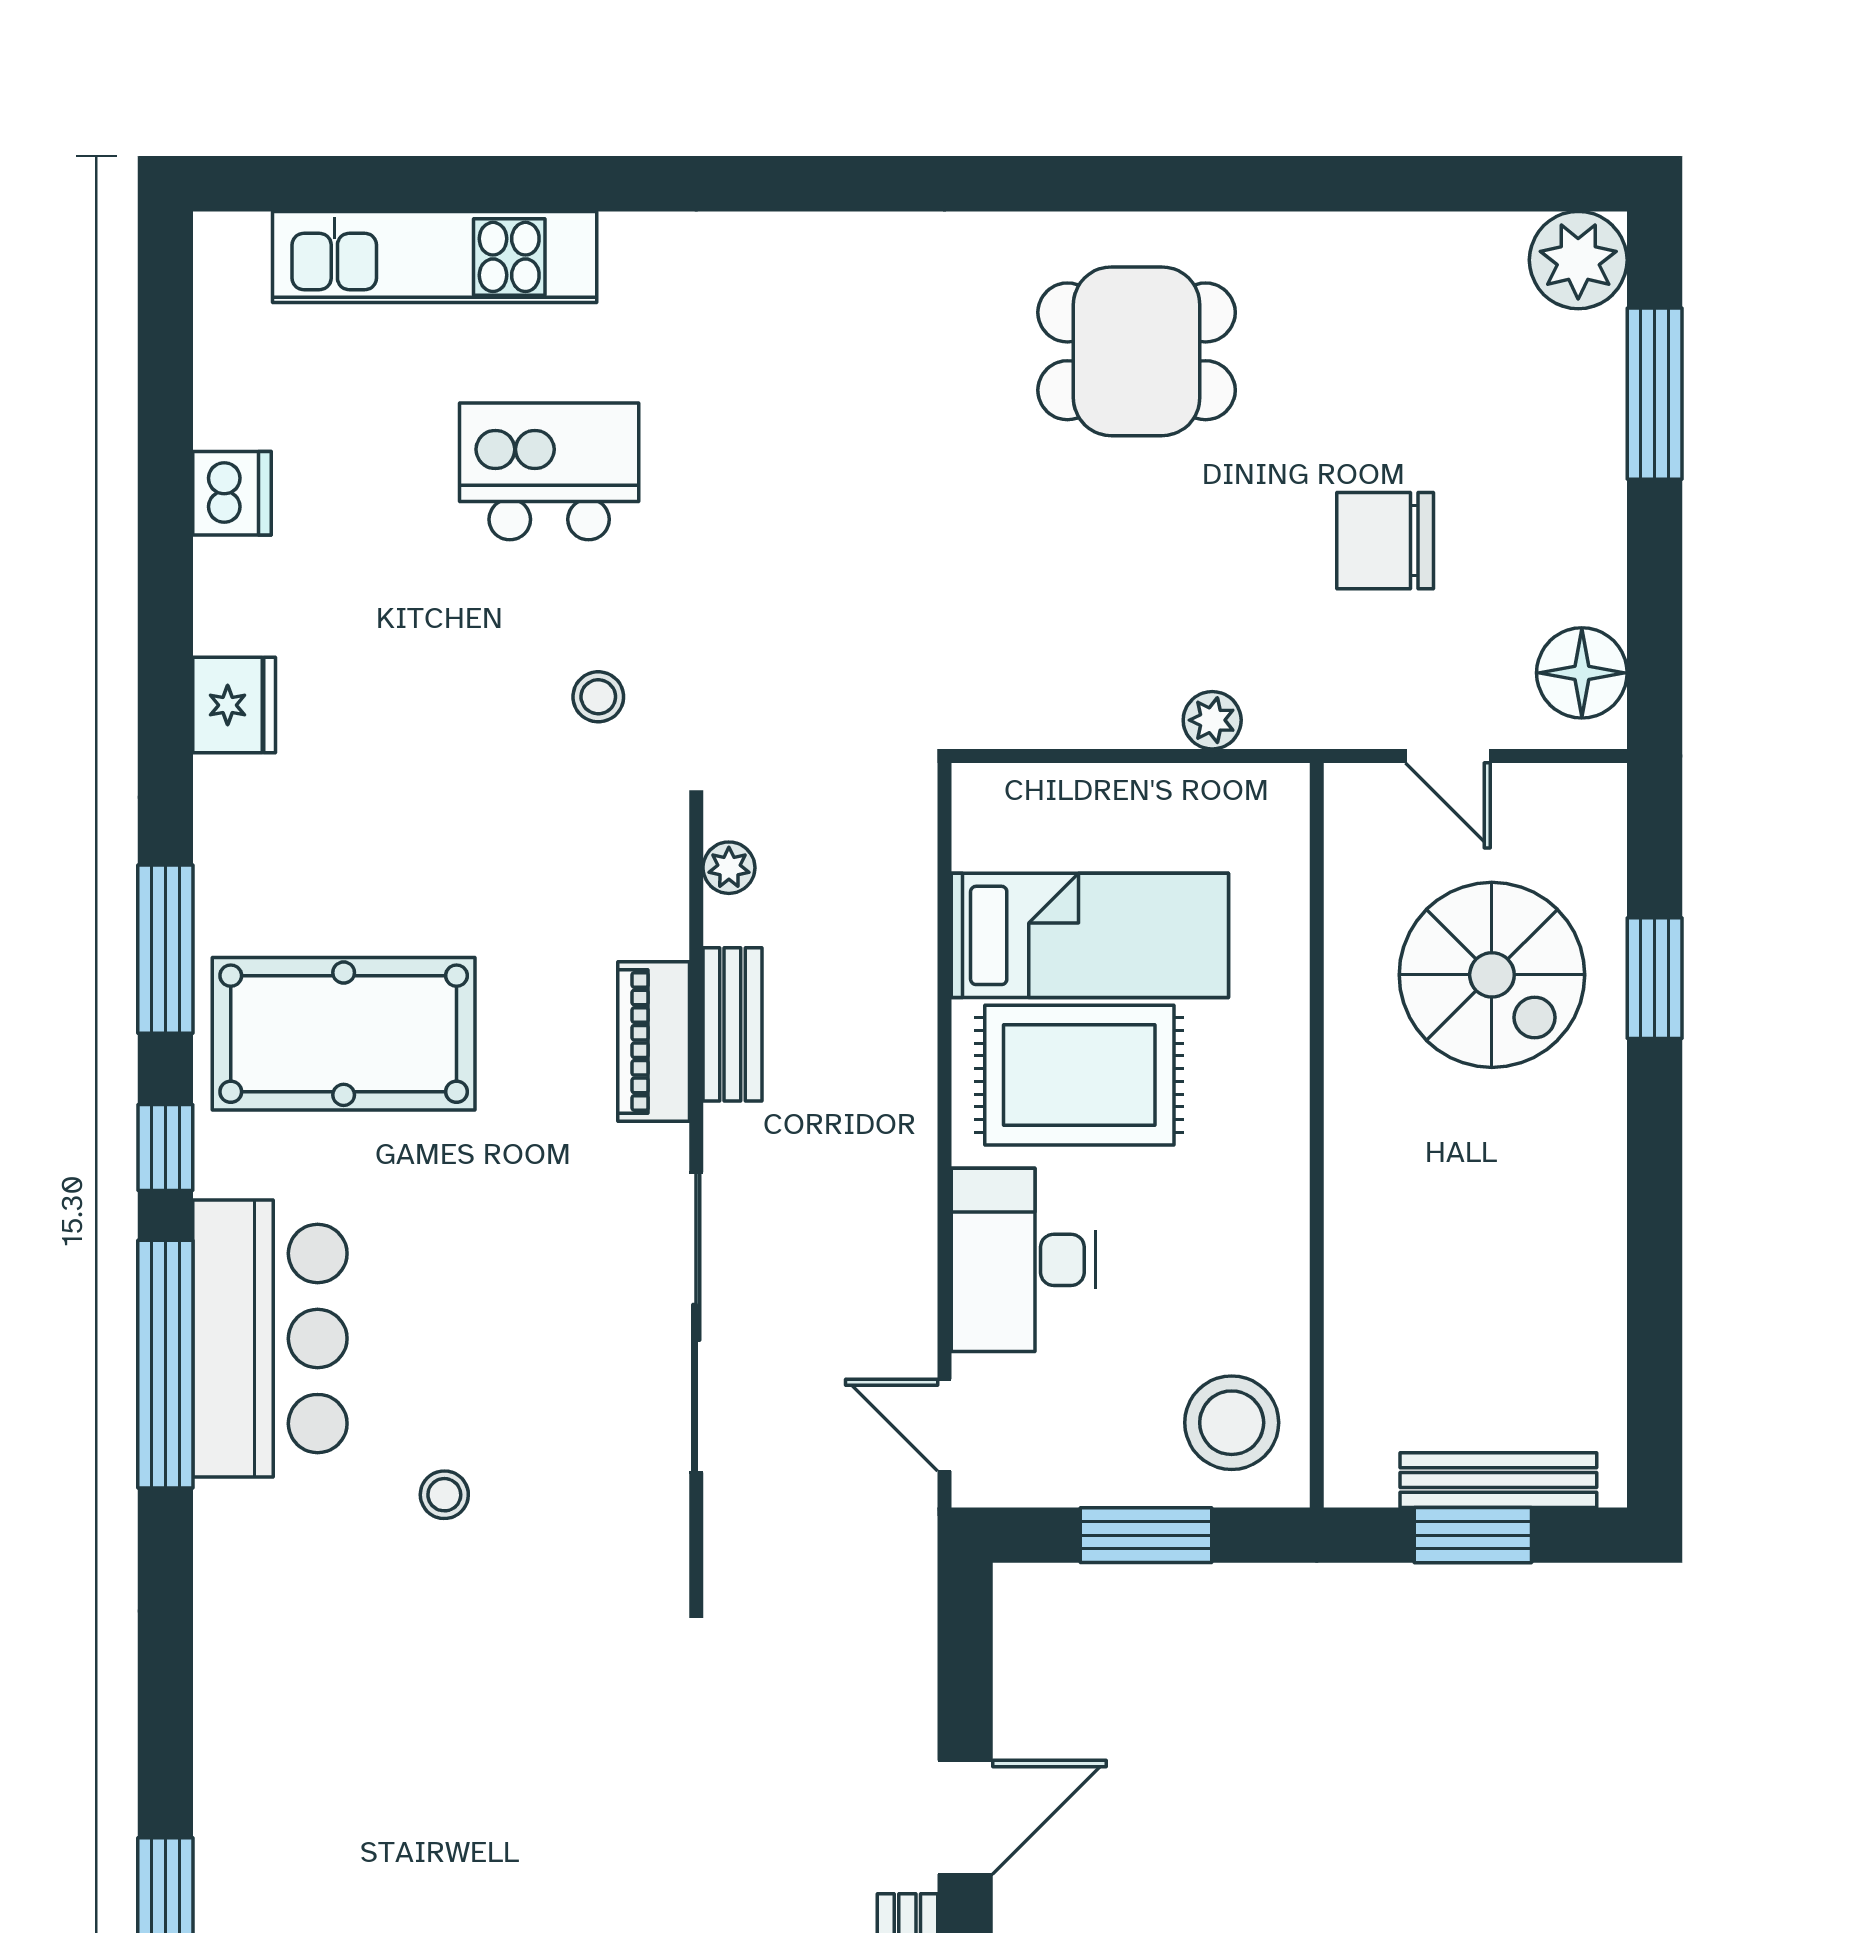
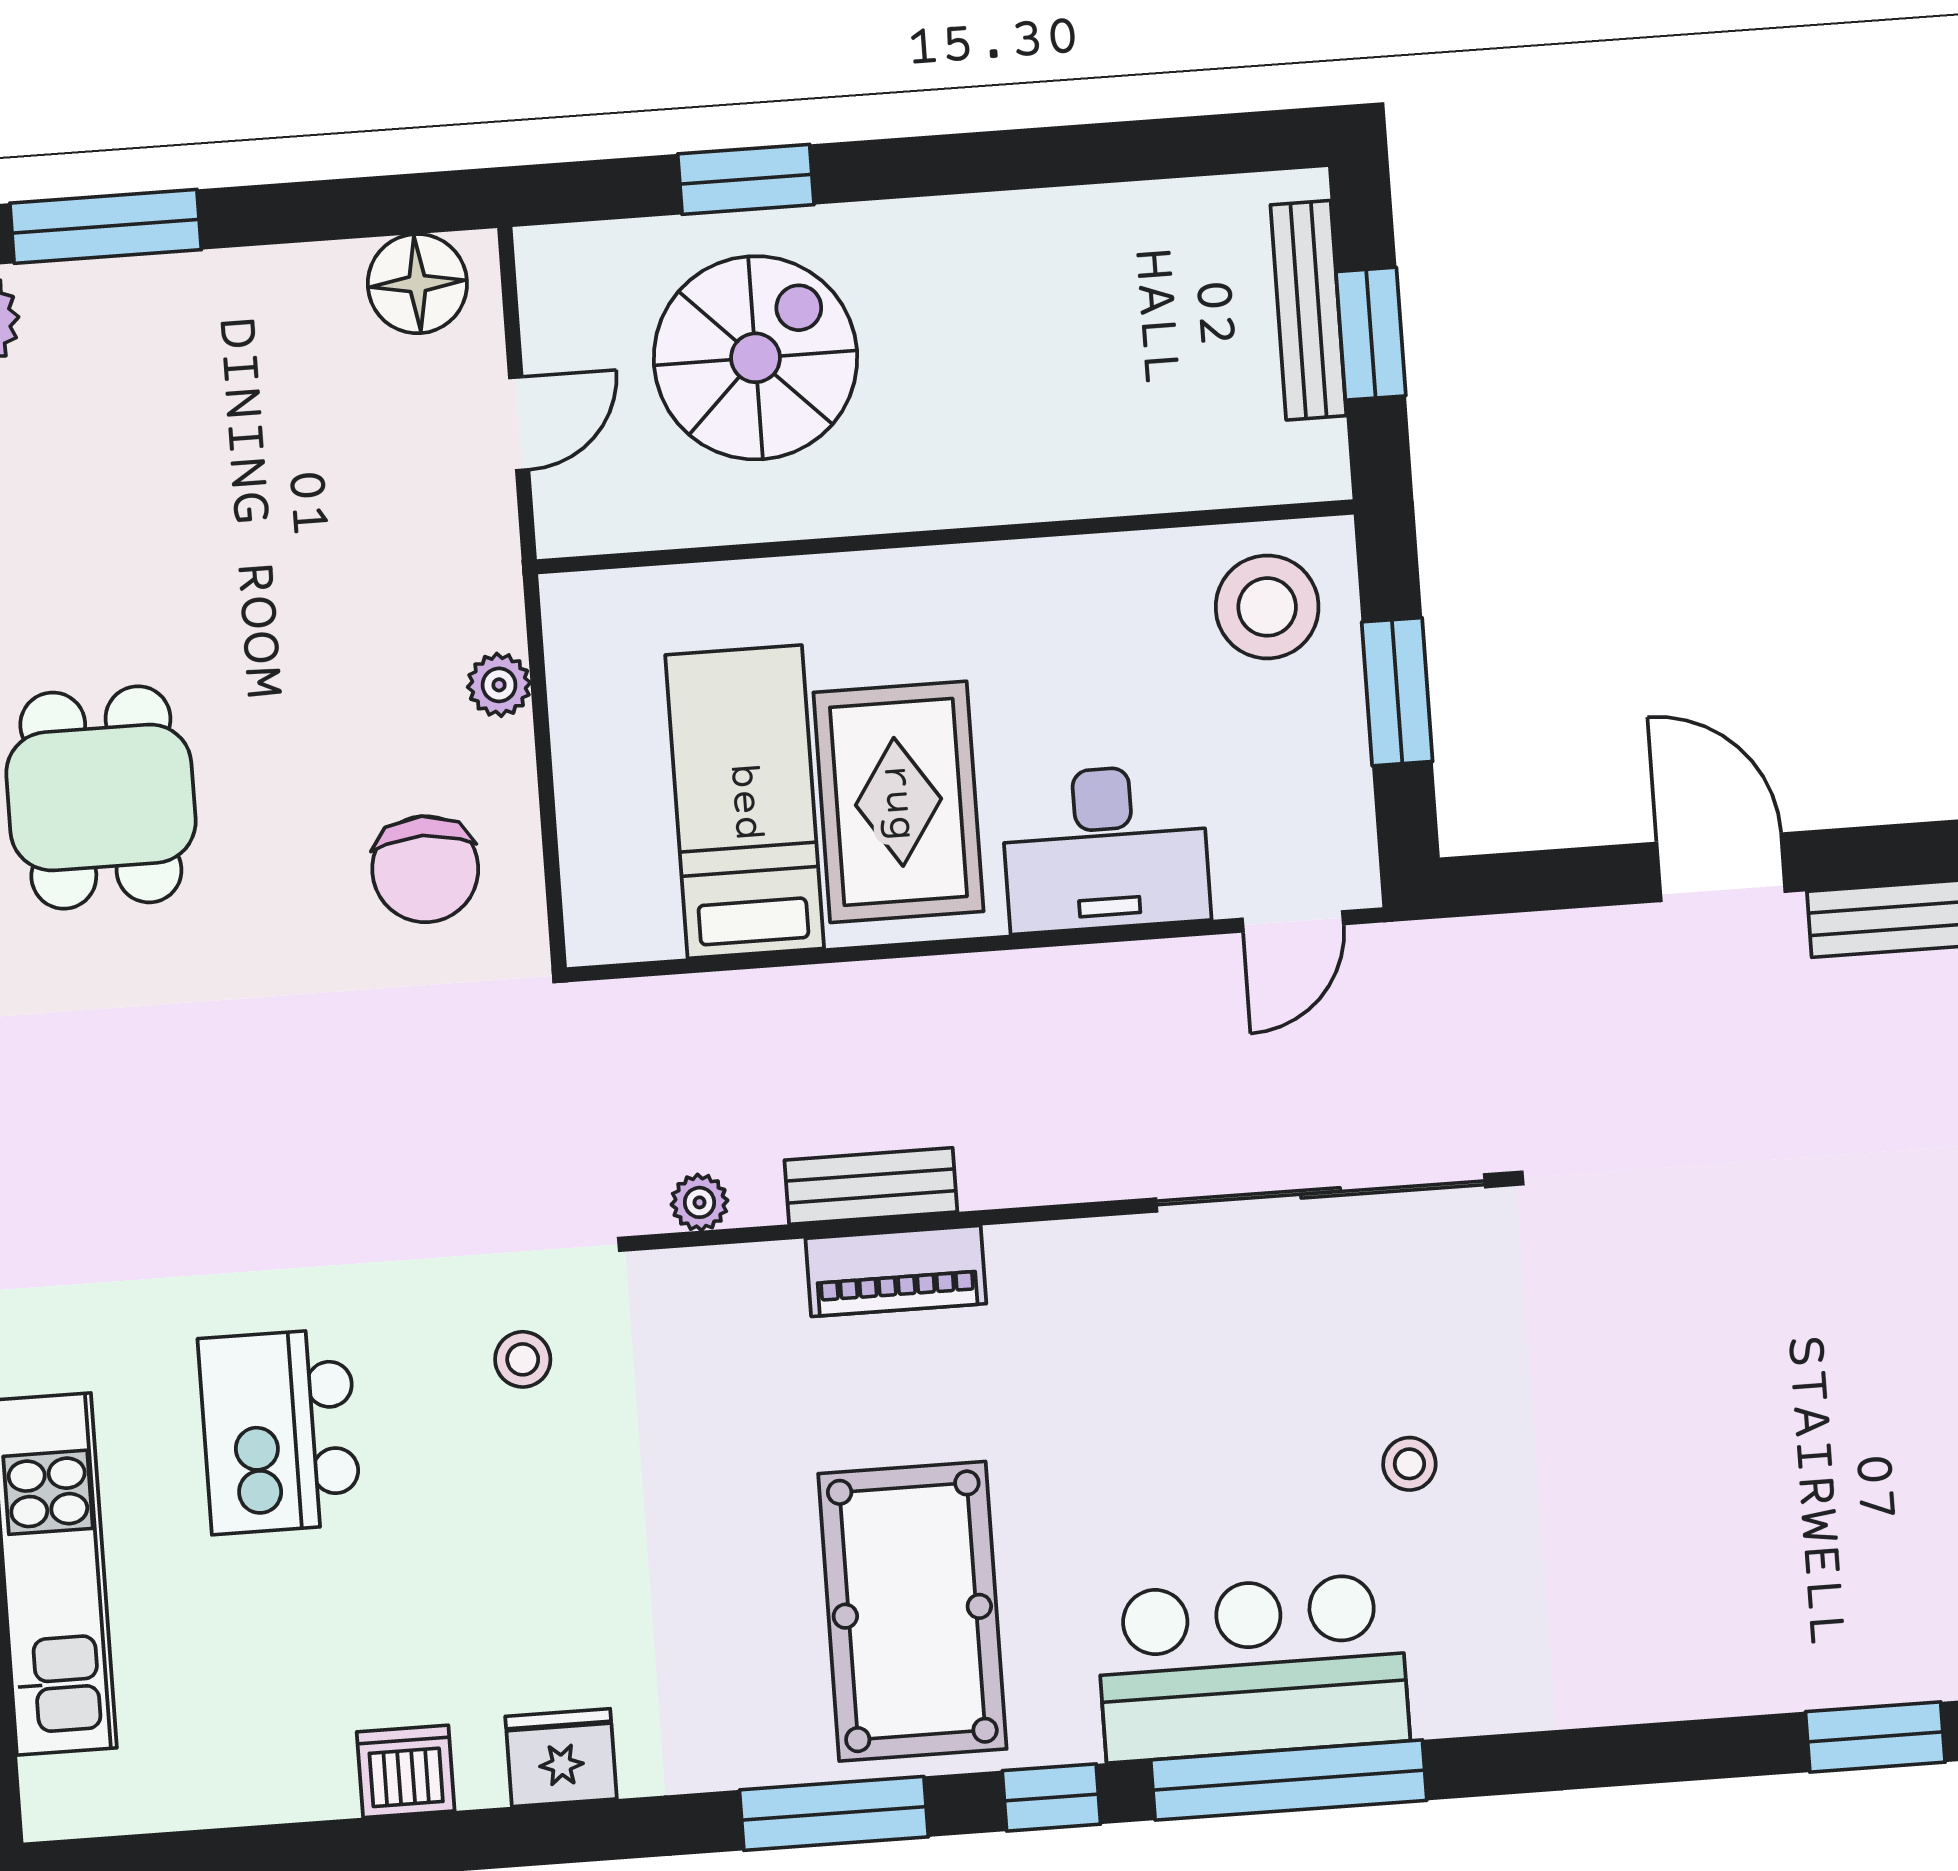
dishwasher: (232, 493) -> (406, 1771), moved
chair: (1385, 541) -> (425, 869), moved
sliding door: (696, 1322) -> (1321, 1193), moved

